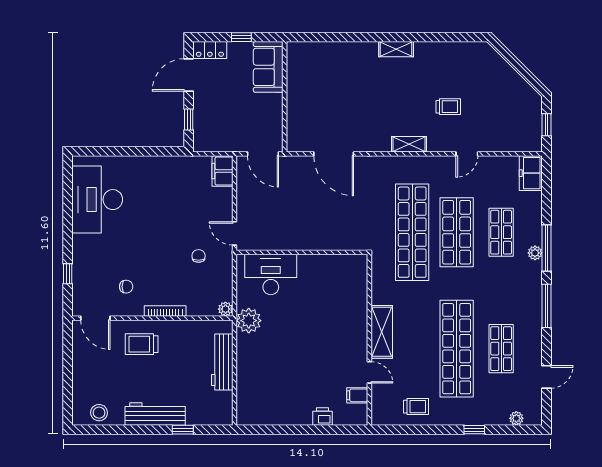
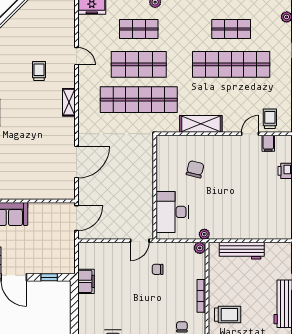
filing cabinet: (222, 171) -> (86, 281), moved, turned -90
chair: (325, 303) -> (195, 169), added
plant: (249, 321) -> (204, 234), width x0.53, depth x0.53
shelving: (382, 332) -> (201, 124), moved
trolley: (142, 344) -> (228, 315), turned -90
trolley: (416, 407) -> (270, 119), moved

